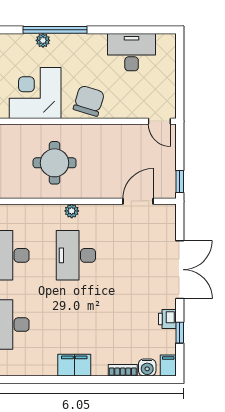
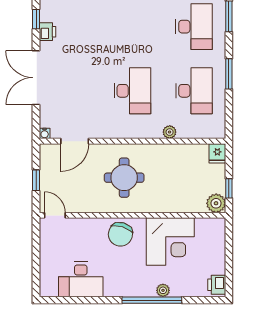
round table: (55, 163) -> (124, 178), moved
window: (180, 182) -> (36, 180), moved
water cooler: (171, 209) -> (45, 133), added
plant: (72, 211) -> (170, 132), moved

